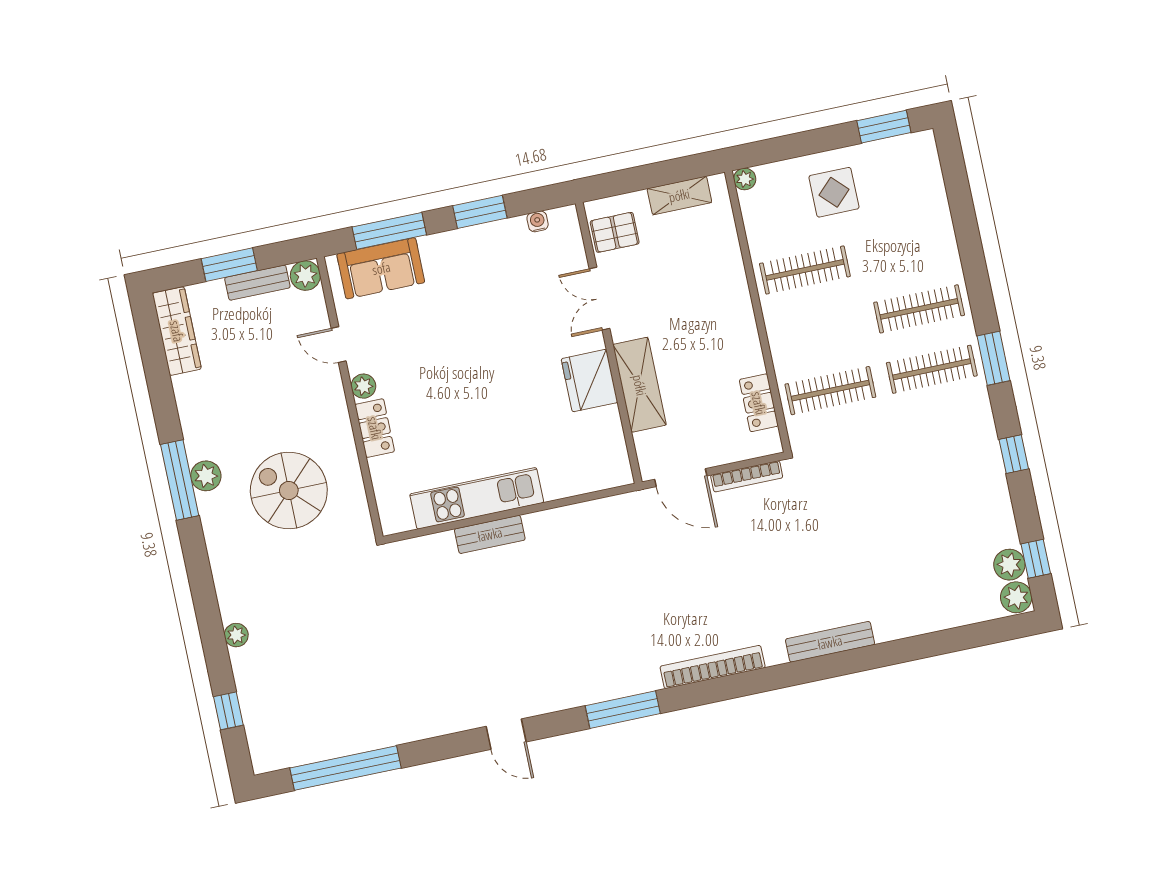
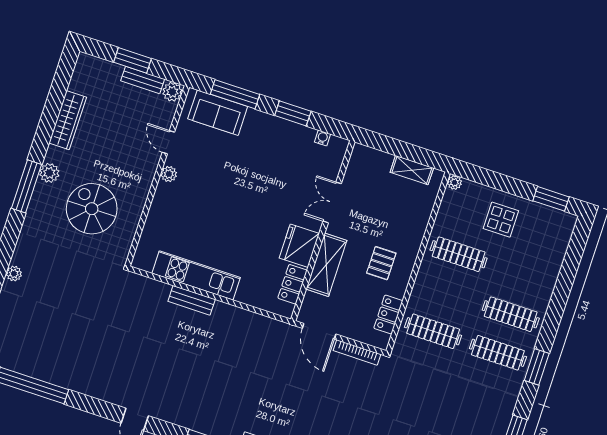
pallet: (615, 232) -> (381, 263), moved, turned 90
wardrobe: (177, 331) -> (68, 120), moved
locker: (375, 428) -> (293, 284), moved, turned 180
window: (180, 480) -> (27, 186), moved

